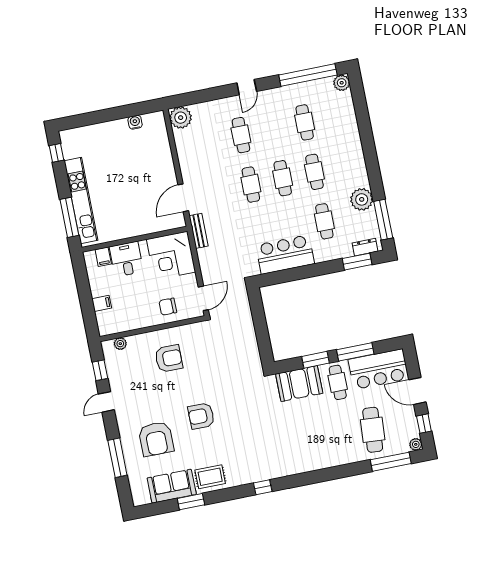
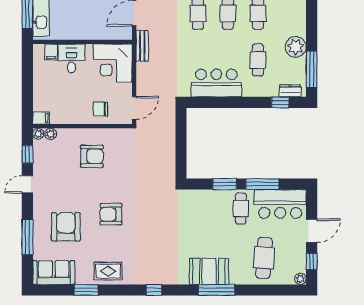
window: (357, 262) -> (280, 102), width x0.67
filing cabinet: (102, 303) -> (41, 118), moved
plant: (107, 346) -> (38, 134), added
booth: (299, 384) -> (209, 271), moved
door: (417, 391) -> (312, 231), swing flipped
armchair: (156, 439) -> (66, 227), turned 180
window: (391, 462) -> (217, 290), moved
sofa: (172, 486) -> (54, 273), moved

